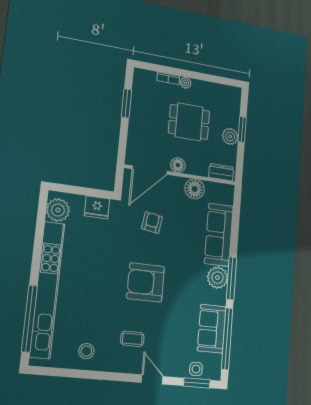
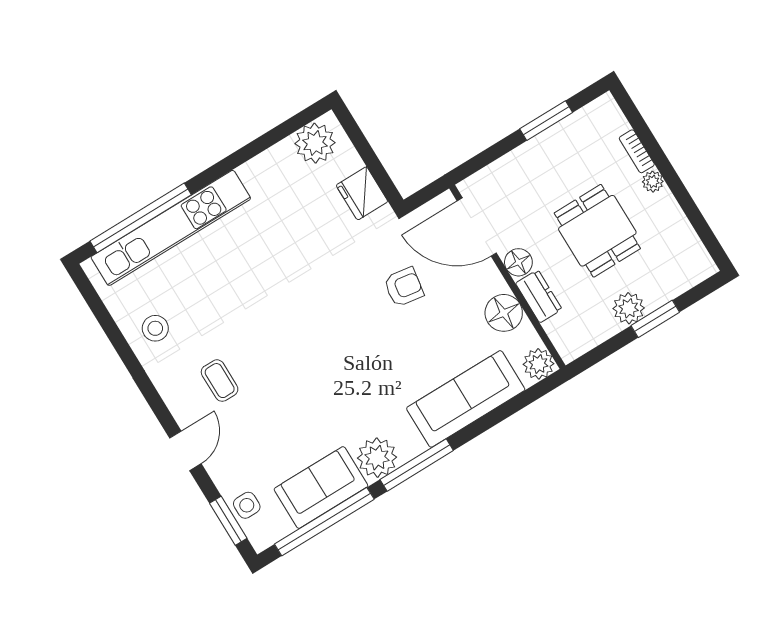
dresser: (221, 172) -> (539, 296), moved
plant: (226, 192) -> (538, 364), added
plant: (218, 278) -> (377, 458), moved
armchair: (146, 282) -> (312, 341), removed
kitchen unit: (47, 289) -> (171, 228), width x0.73

